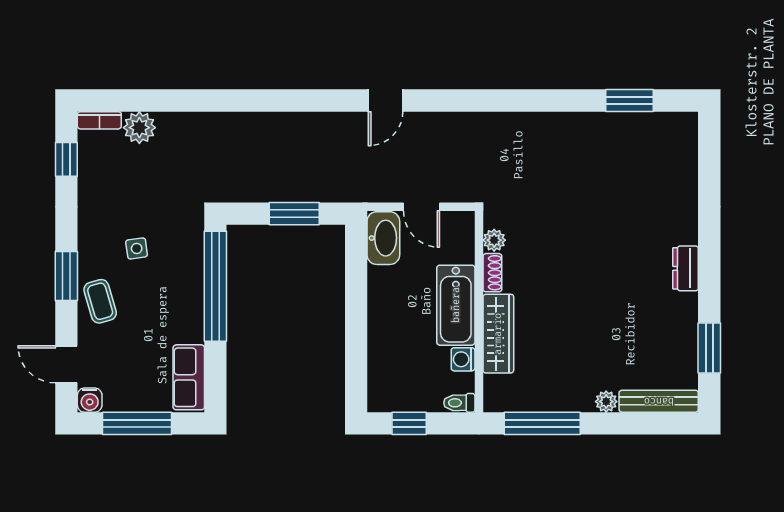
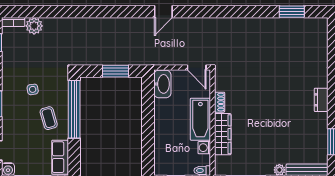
door: (422, 207) -> (197, 67), moved
plant: (494, 240) -> (221, 85), removed
coffee table: (100, 301) -> (49, 118), moved

